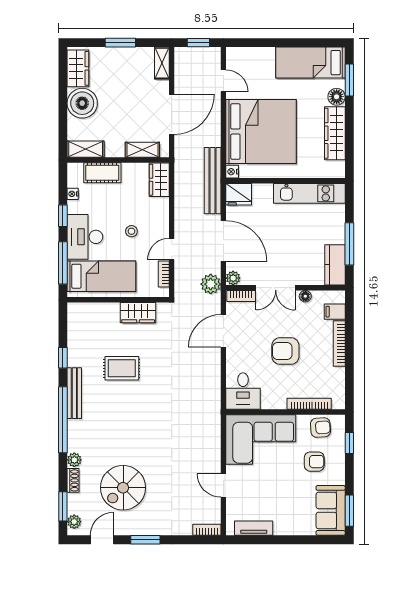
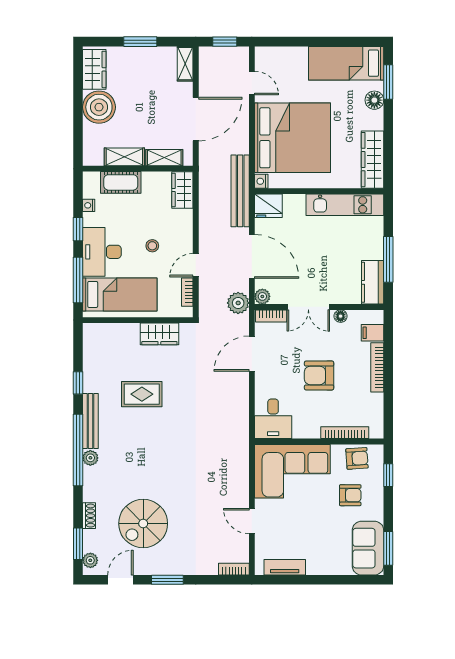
wardrobe: (335, 133) -> (372, 160), moved
shelving: (86, 149) -> (124, 157), moved
plant: (74, 460) -> (90, 458), moved

